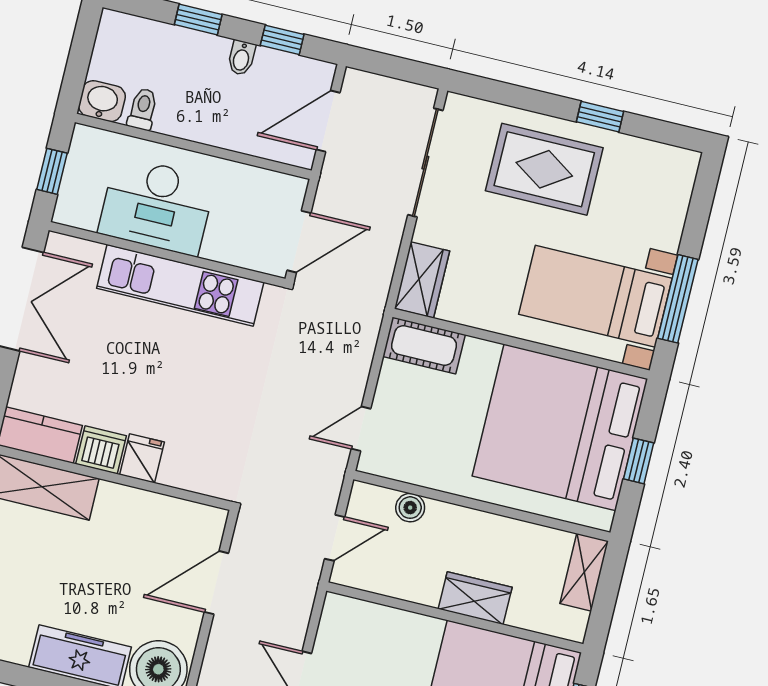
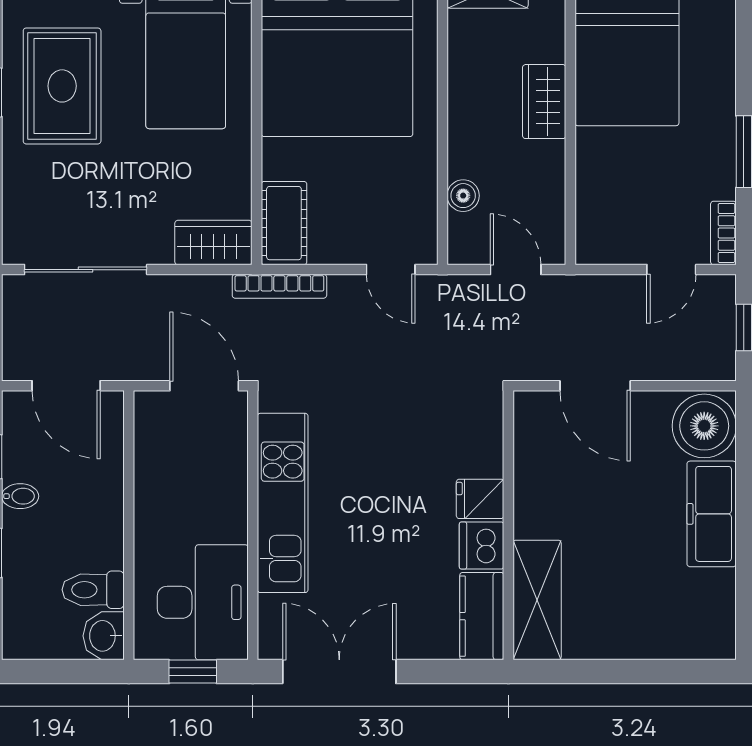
toilet: (143, 109) -> (93, 590), width x1.37, depth x1.39
rug: (544, 169) -> (62, 86), moved
desk: (157, 206) -> (203, 602), moved
bookcase: (370, 328) -> (279, 286), added

